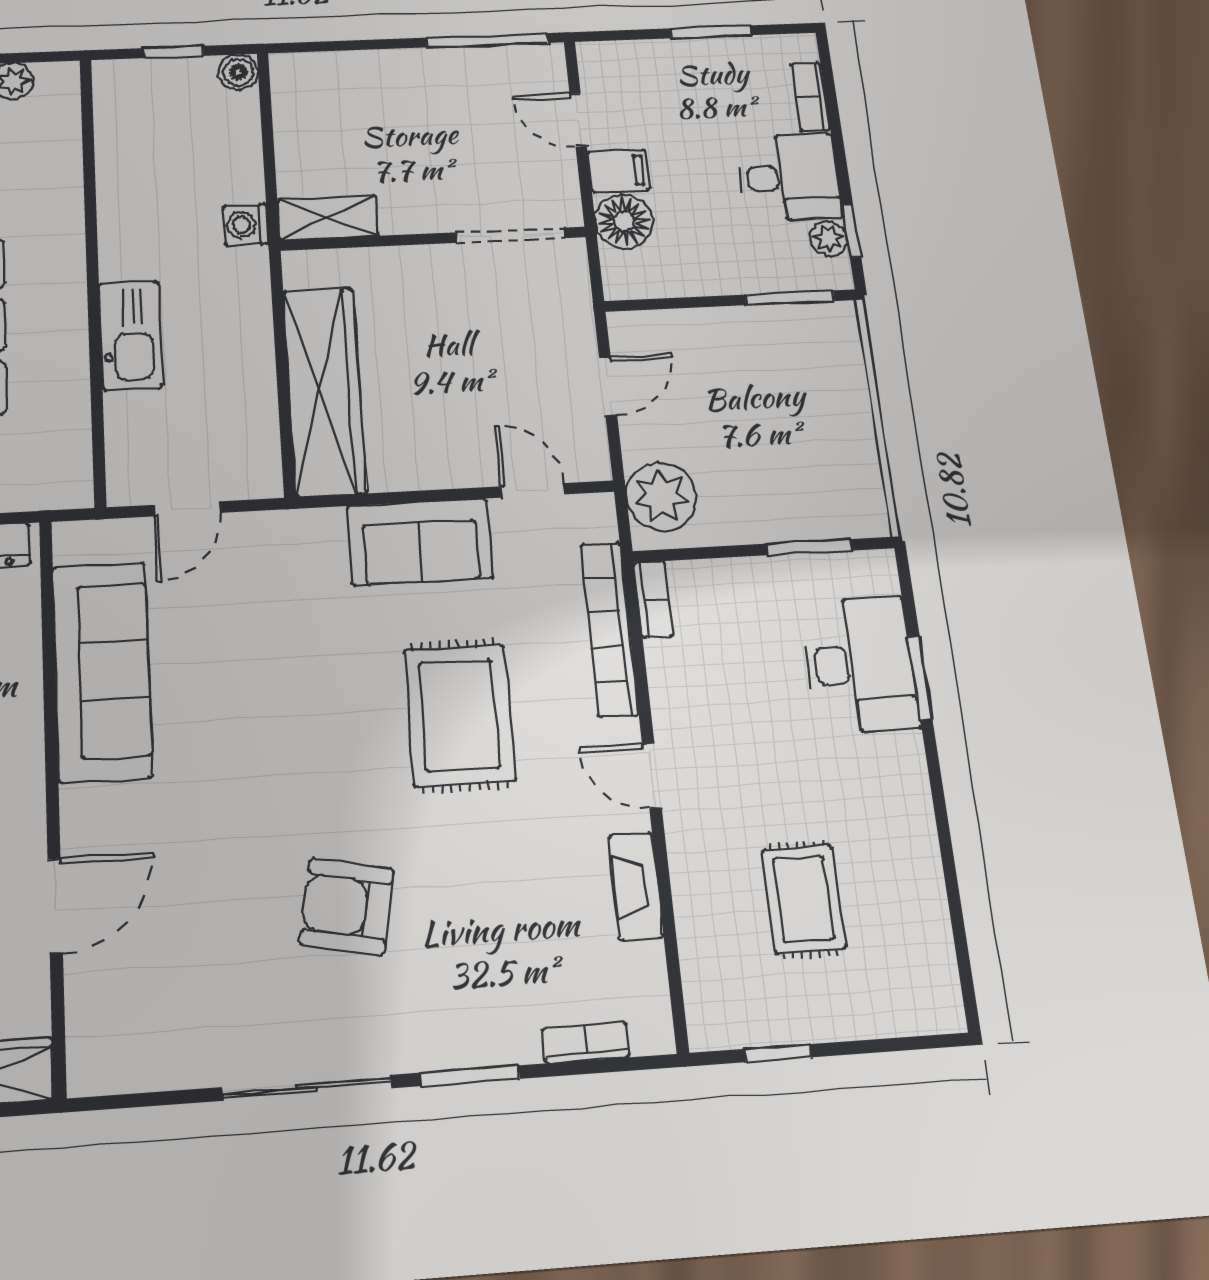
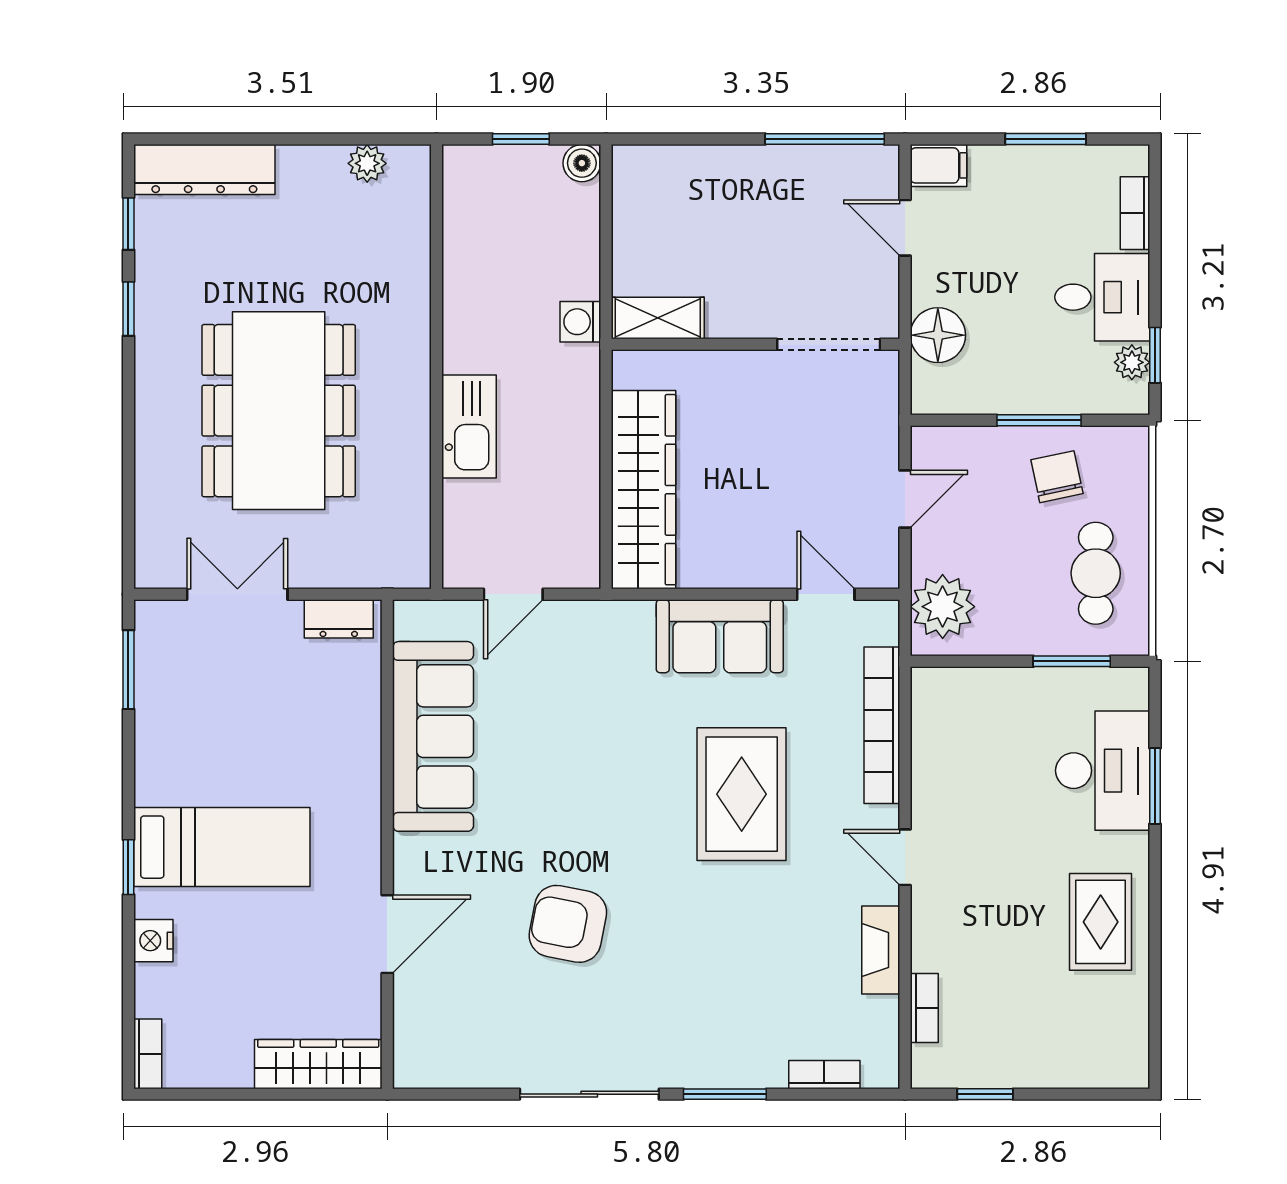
filing cabinet: (619, 171) -> (938, 165), moved
window: (790, 298) -> (1039, 420), moved
chair: (767, 356) -> (1057, 477), added
cafe table: (822, 453) -> (1096, 573), added
bookcase: (653, 600) -> (924, 1008), moved
rug: (804, 899) -> (1101, 922), moved
armchair: (347, 907) -> (568, 924), moved

